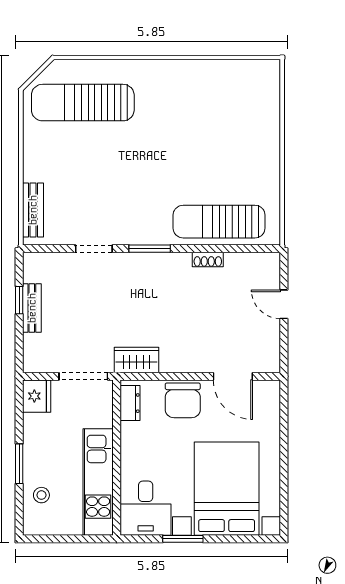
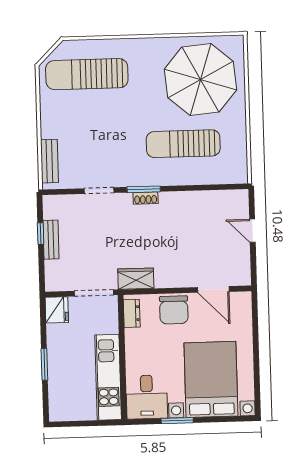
parasol: (225, 113) -> (200, 79), added
sun lounger: (219, 222) -> (183, 144), moved
shoe rack: (208, 259) -> (146, 198), moved
stool: (41, 495) -> (63, 389), removed

